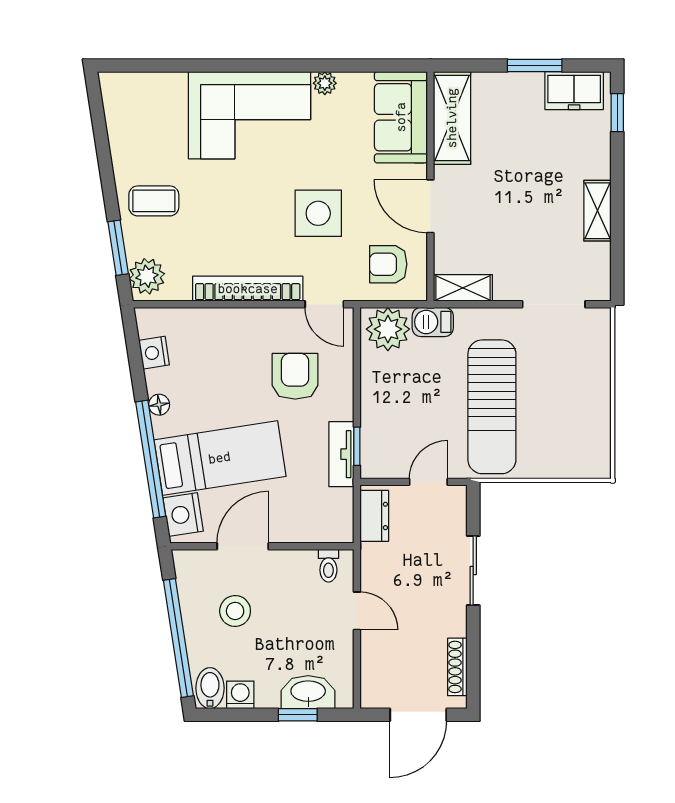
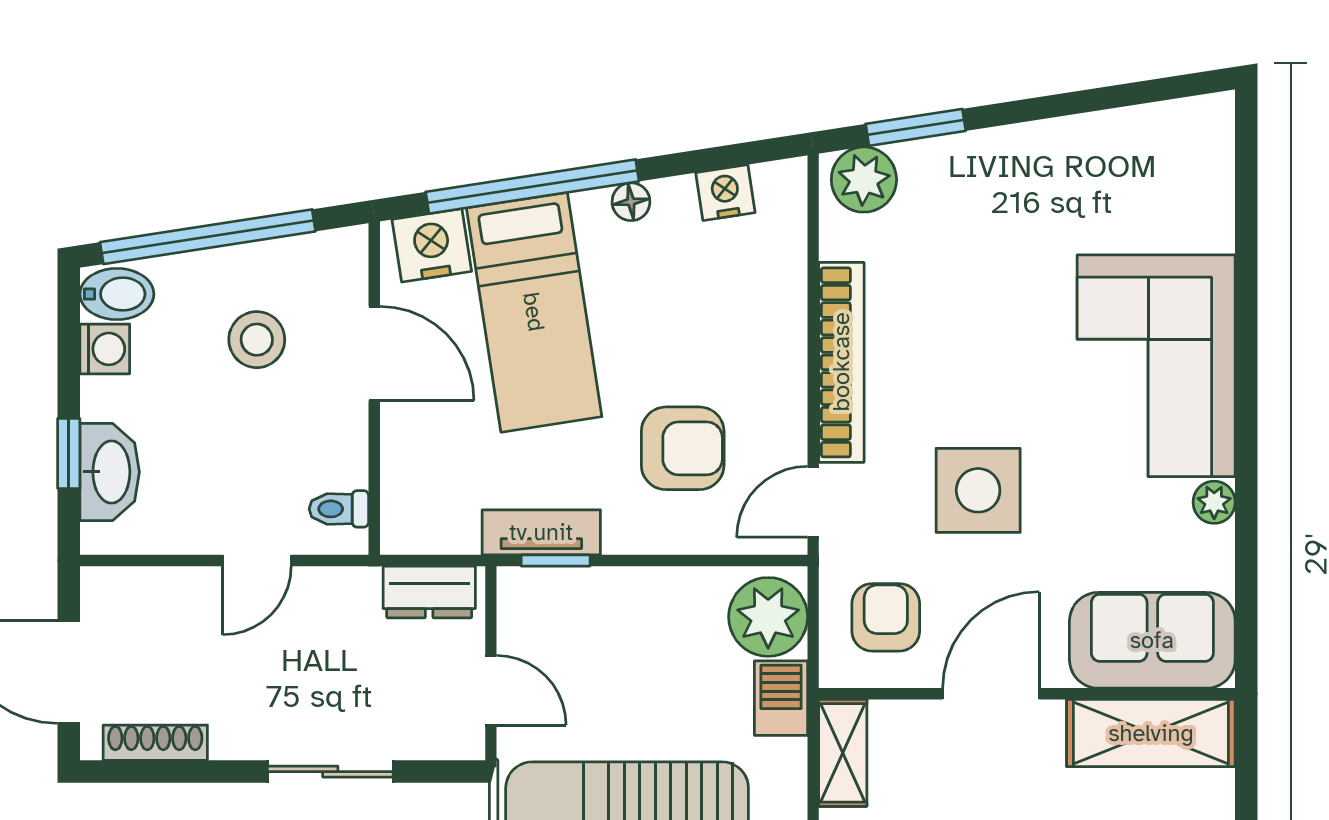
coffee table: (154, 201) -> (1001, 192), removed

